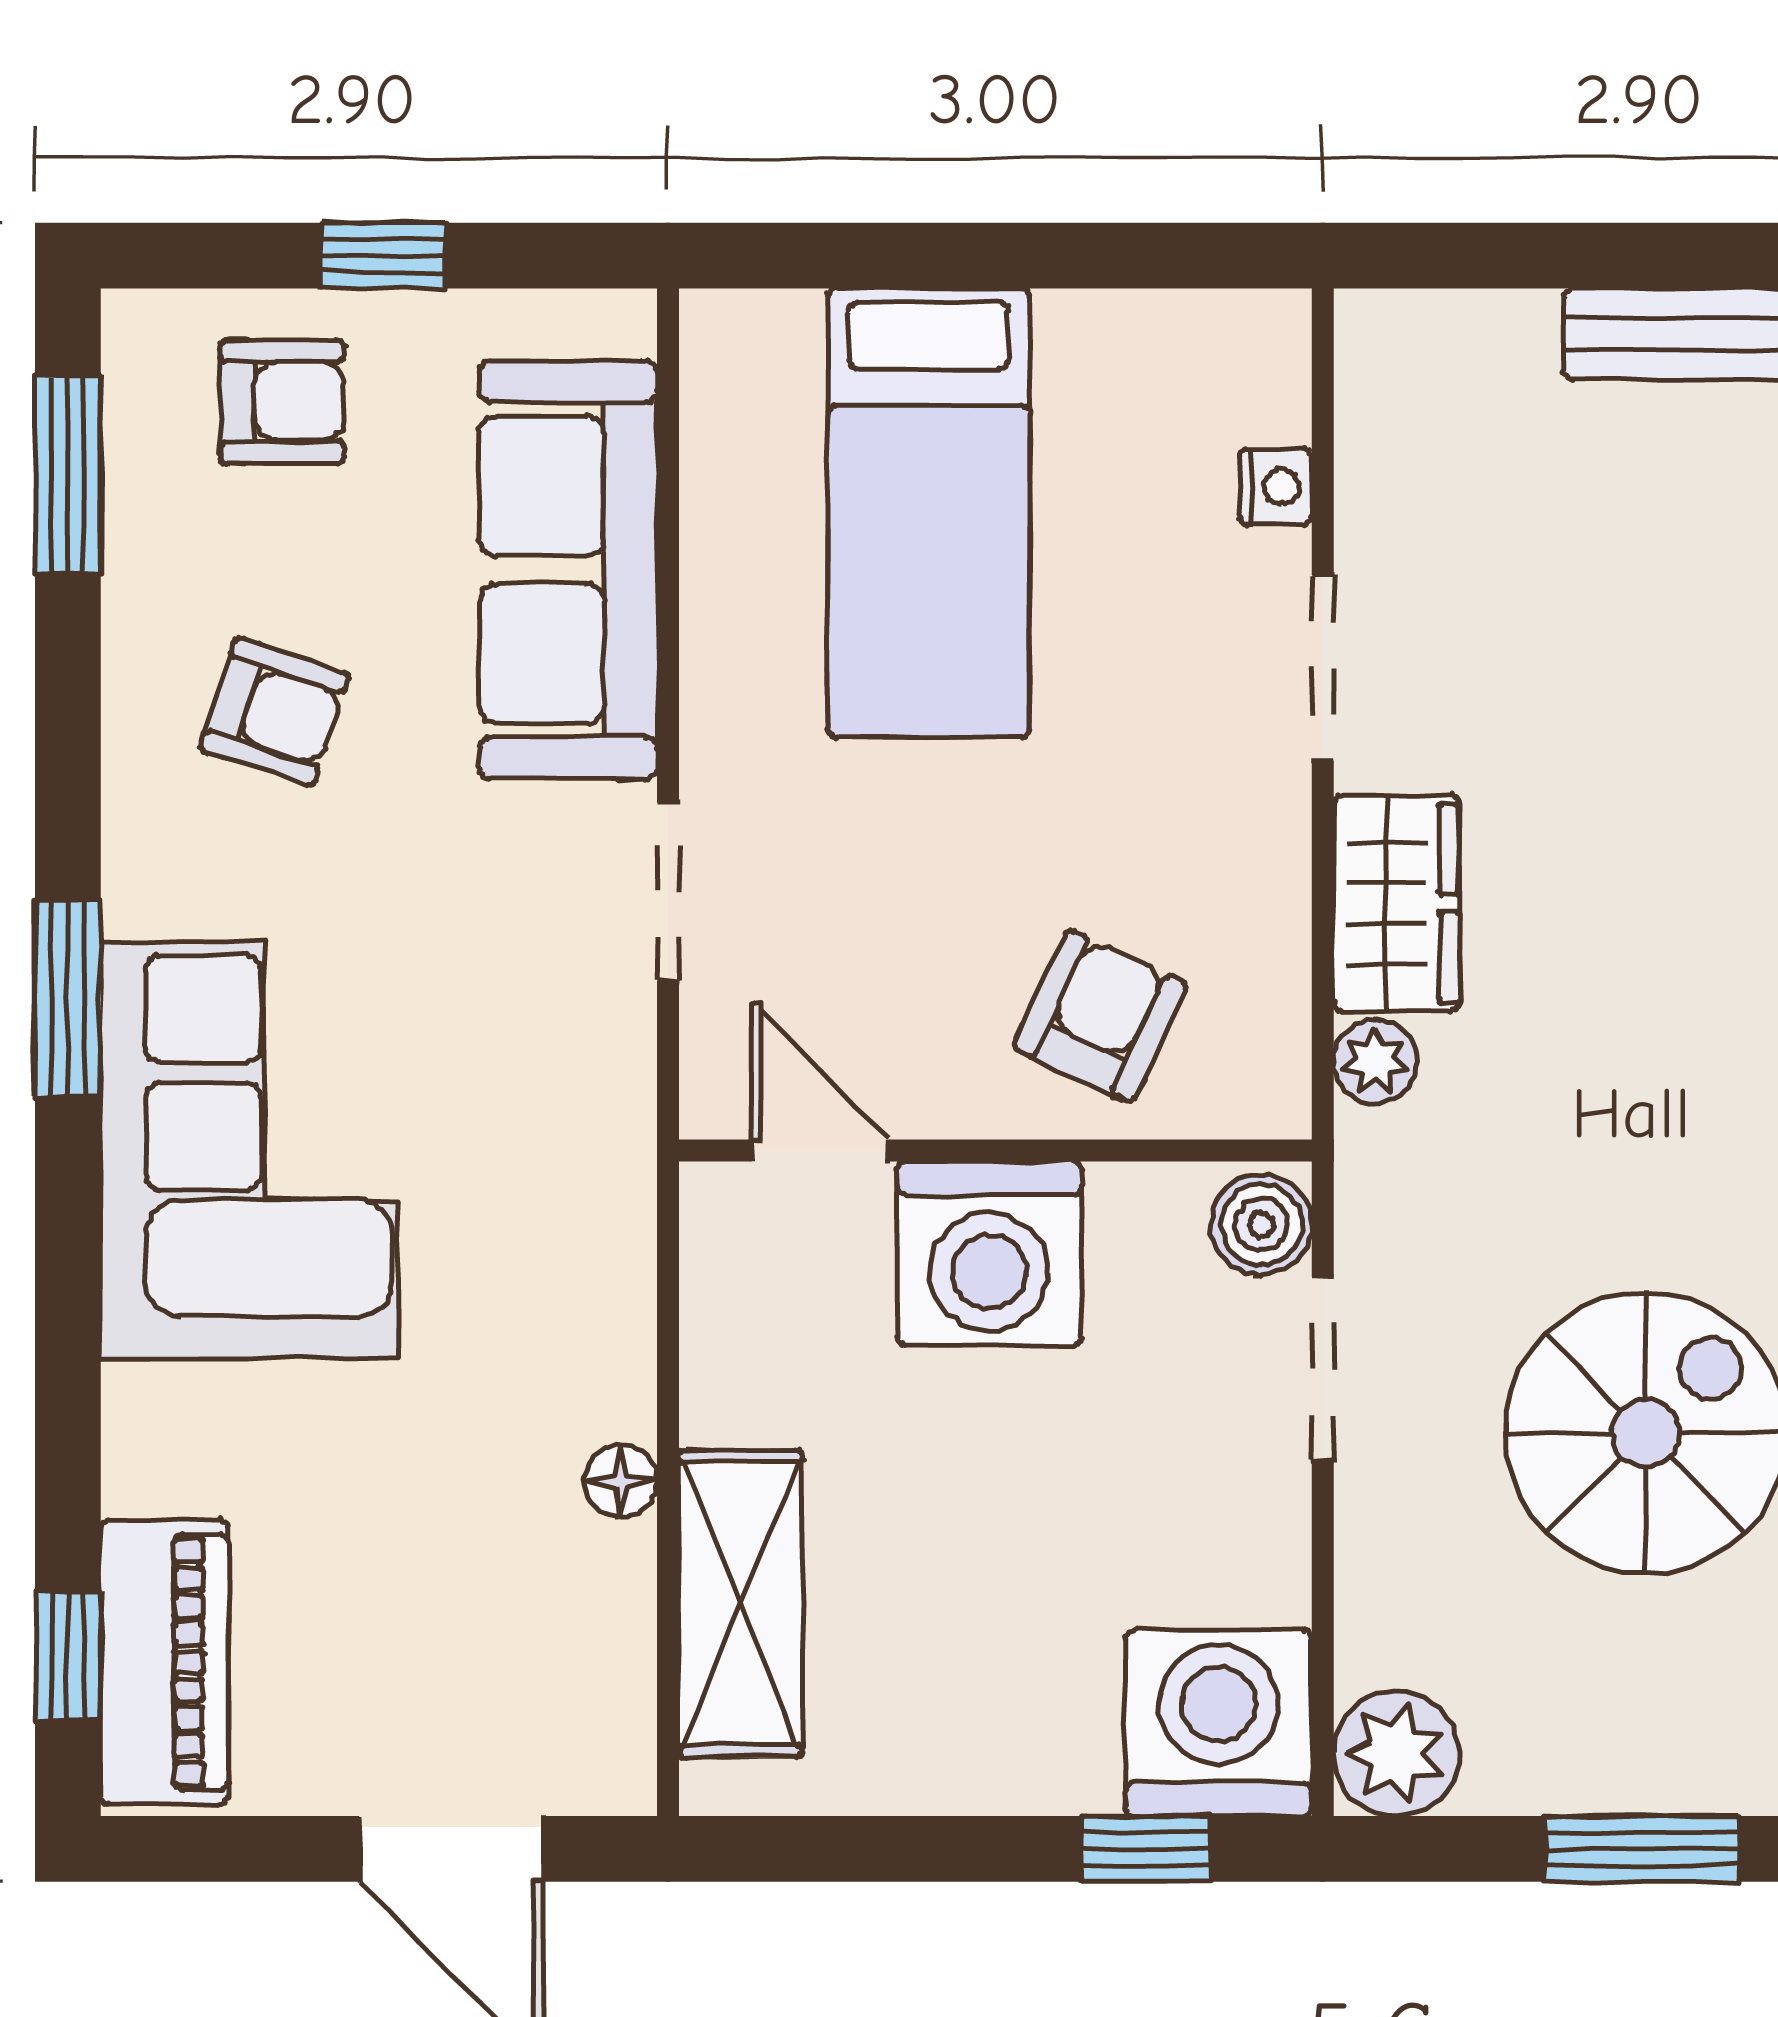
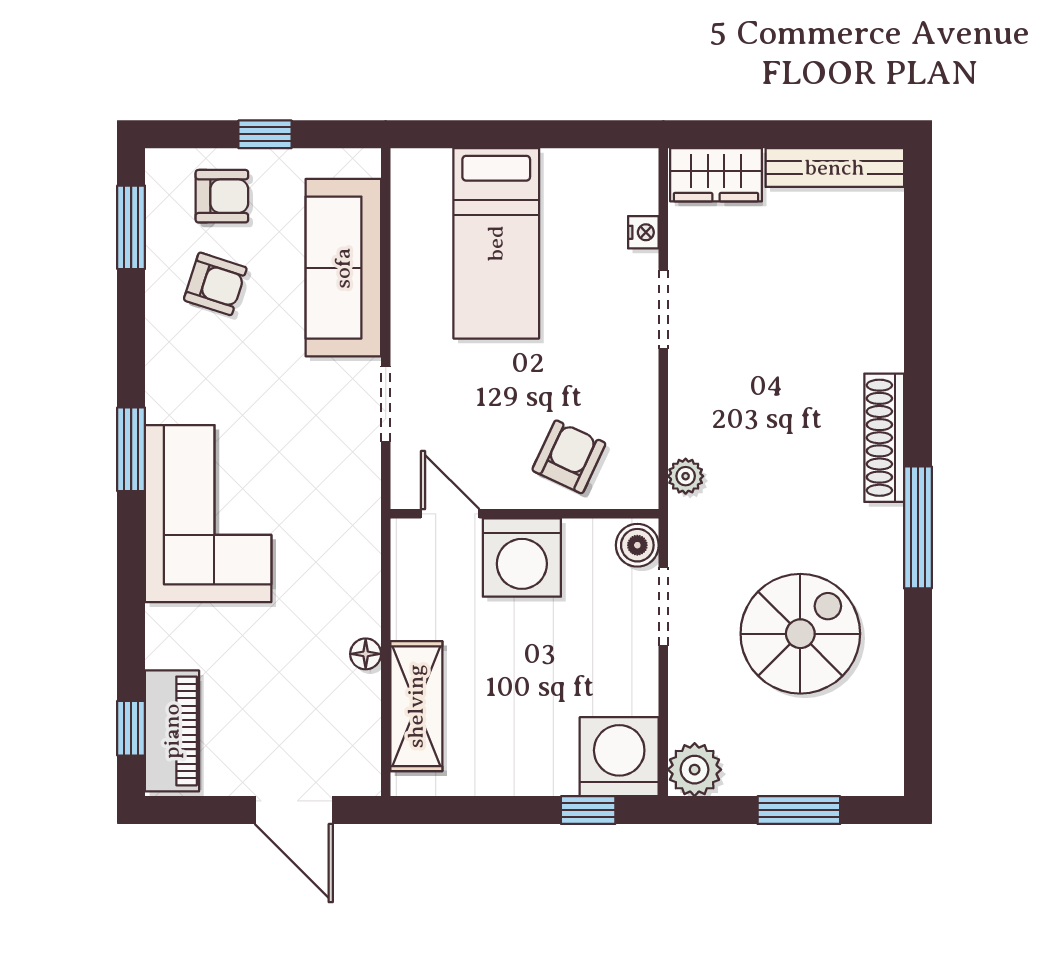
armchair: (275, 712) -> (215, 284), moved
wardrobe: (1396, 903) -> (716, 175), moved, turned 90

